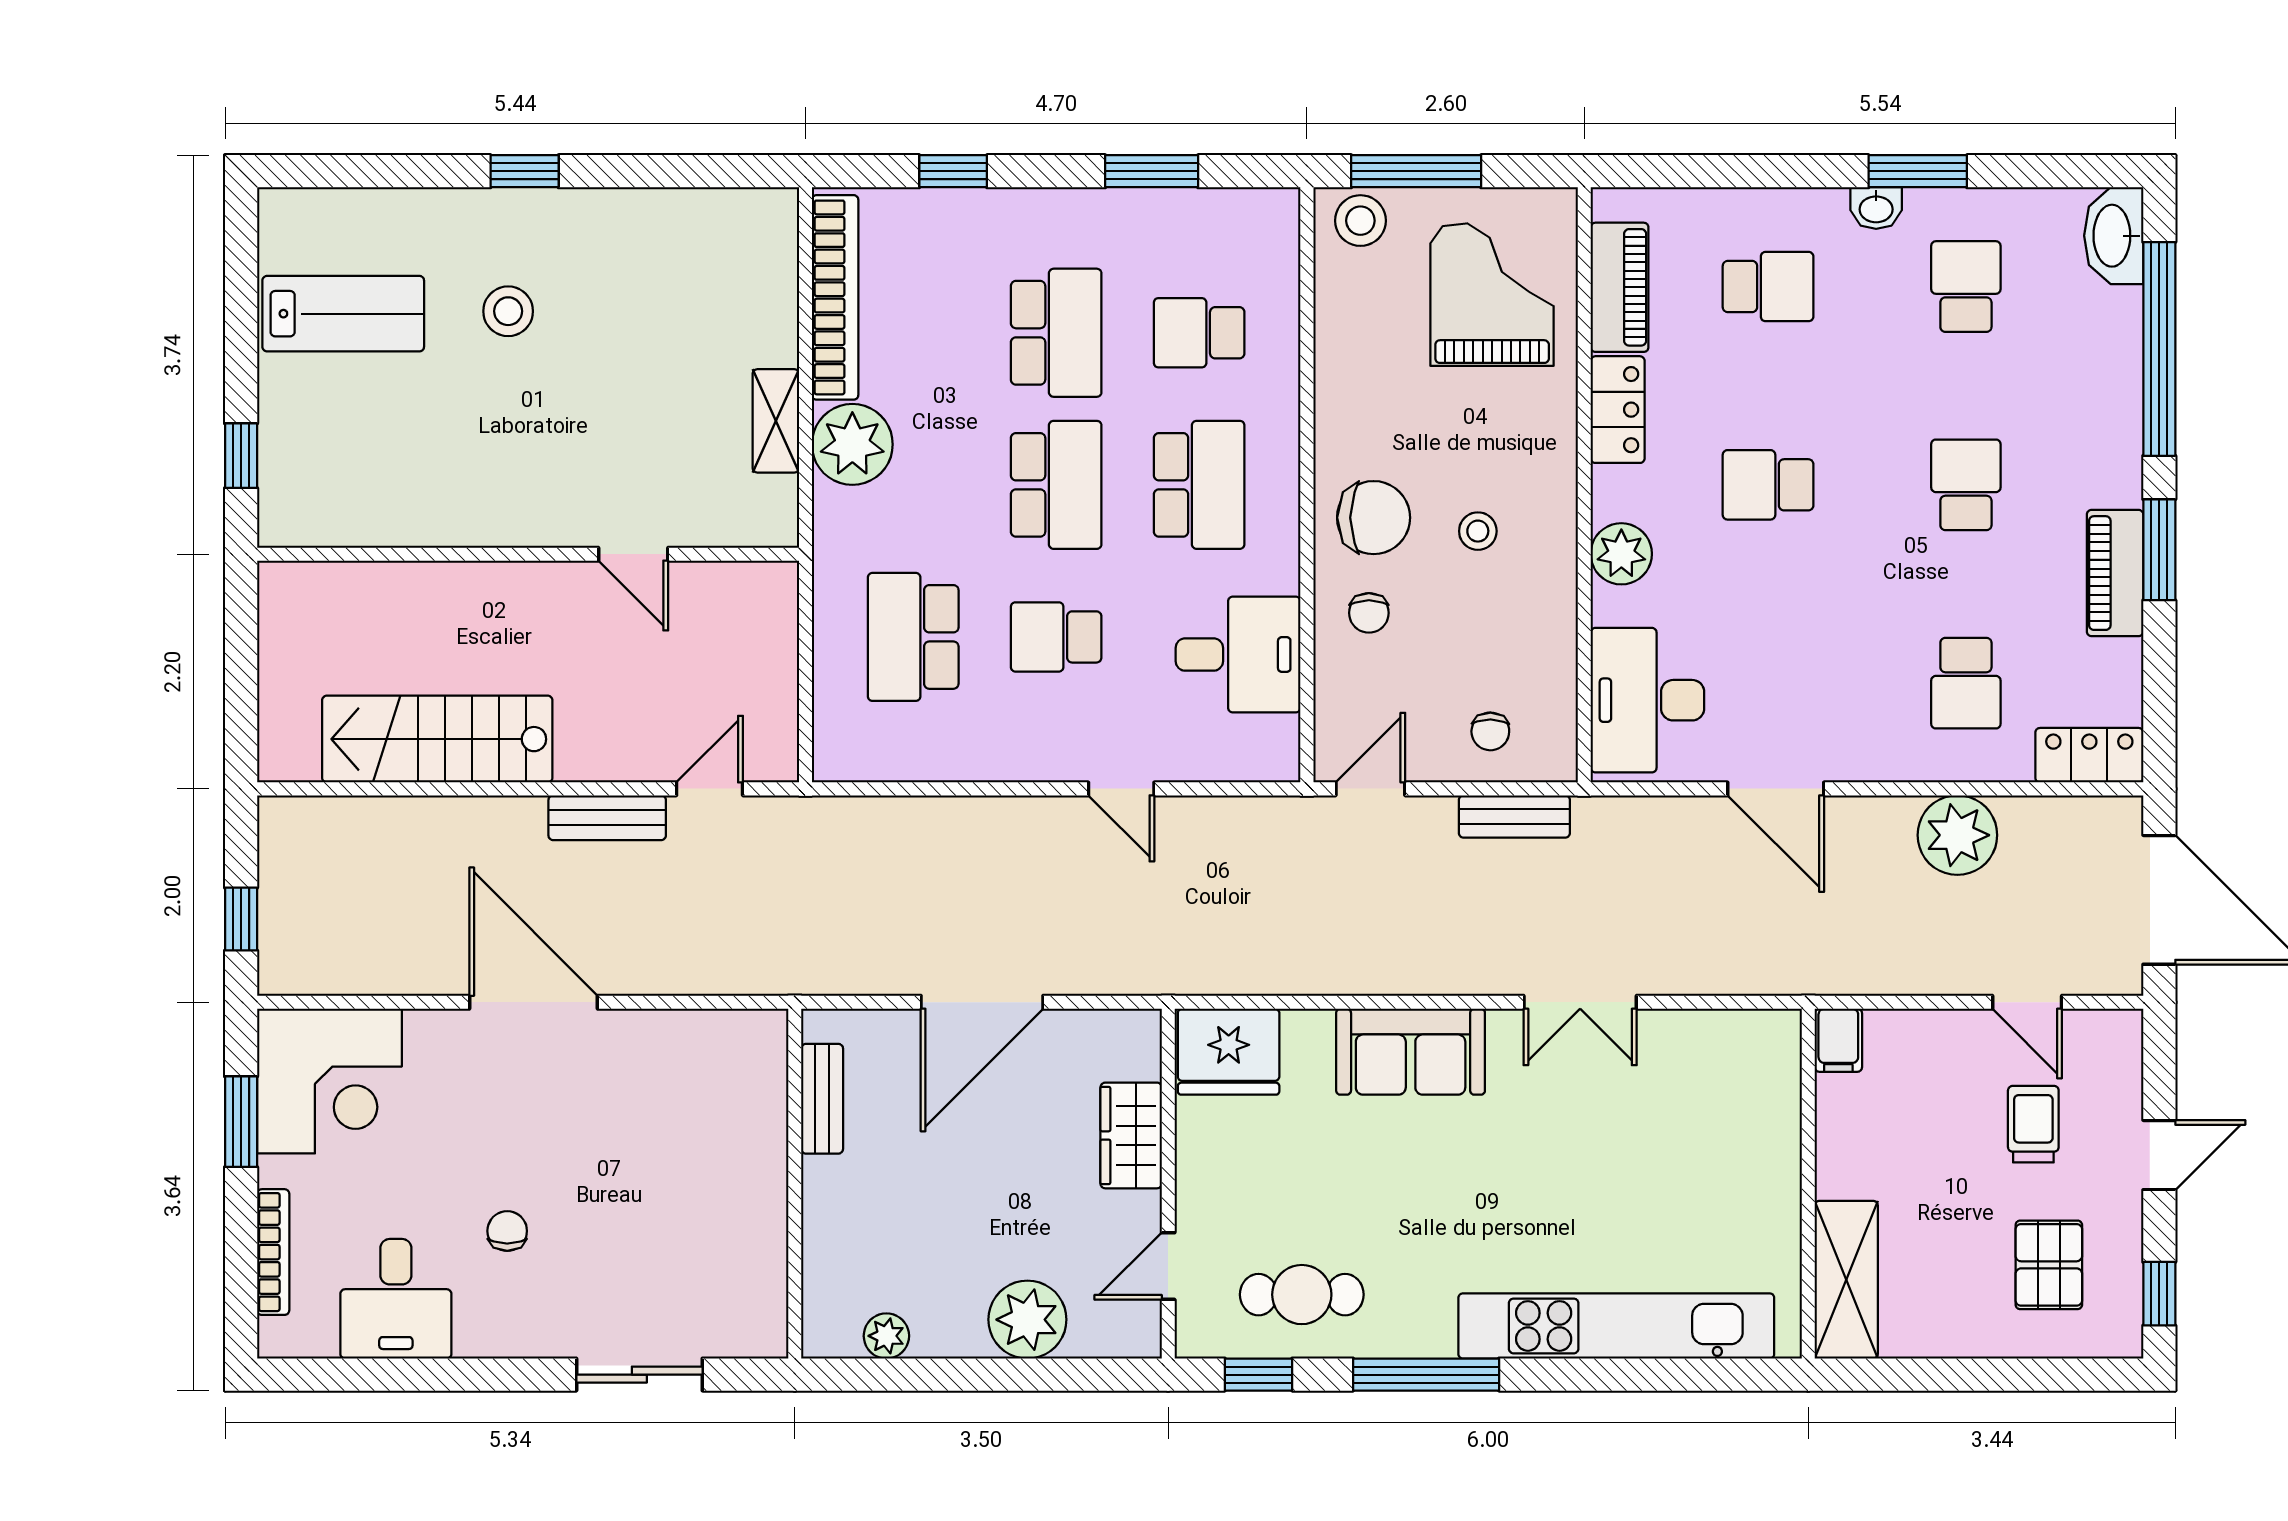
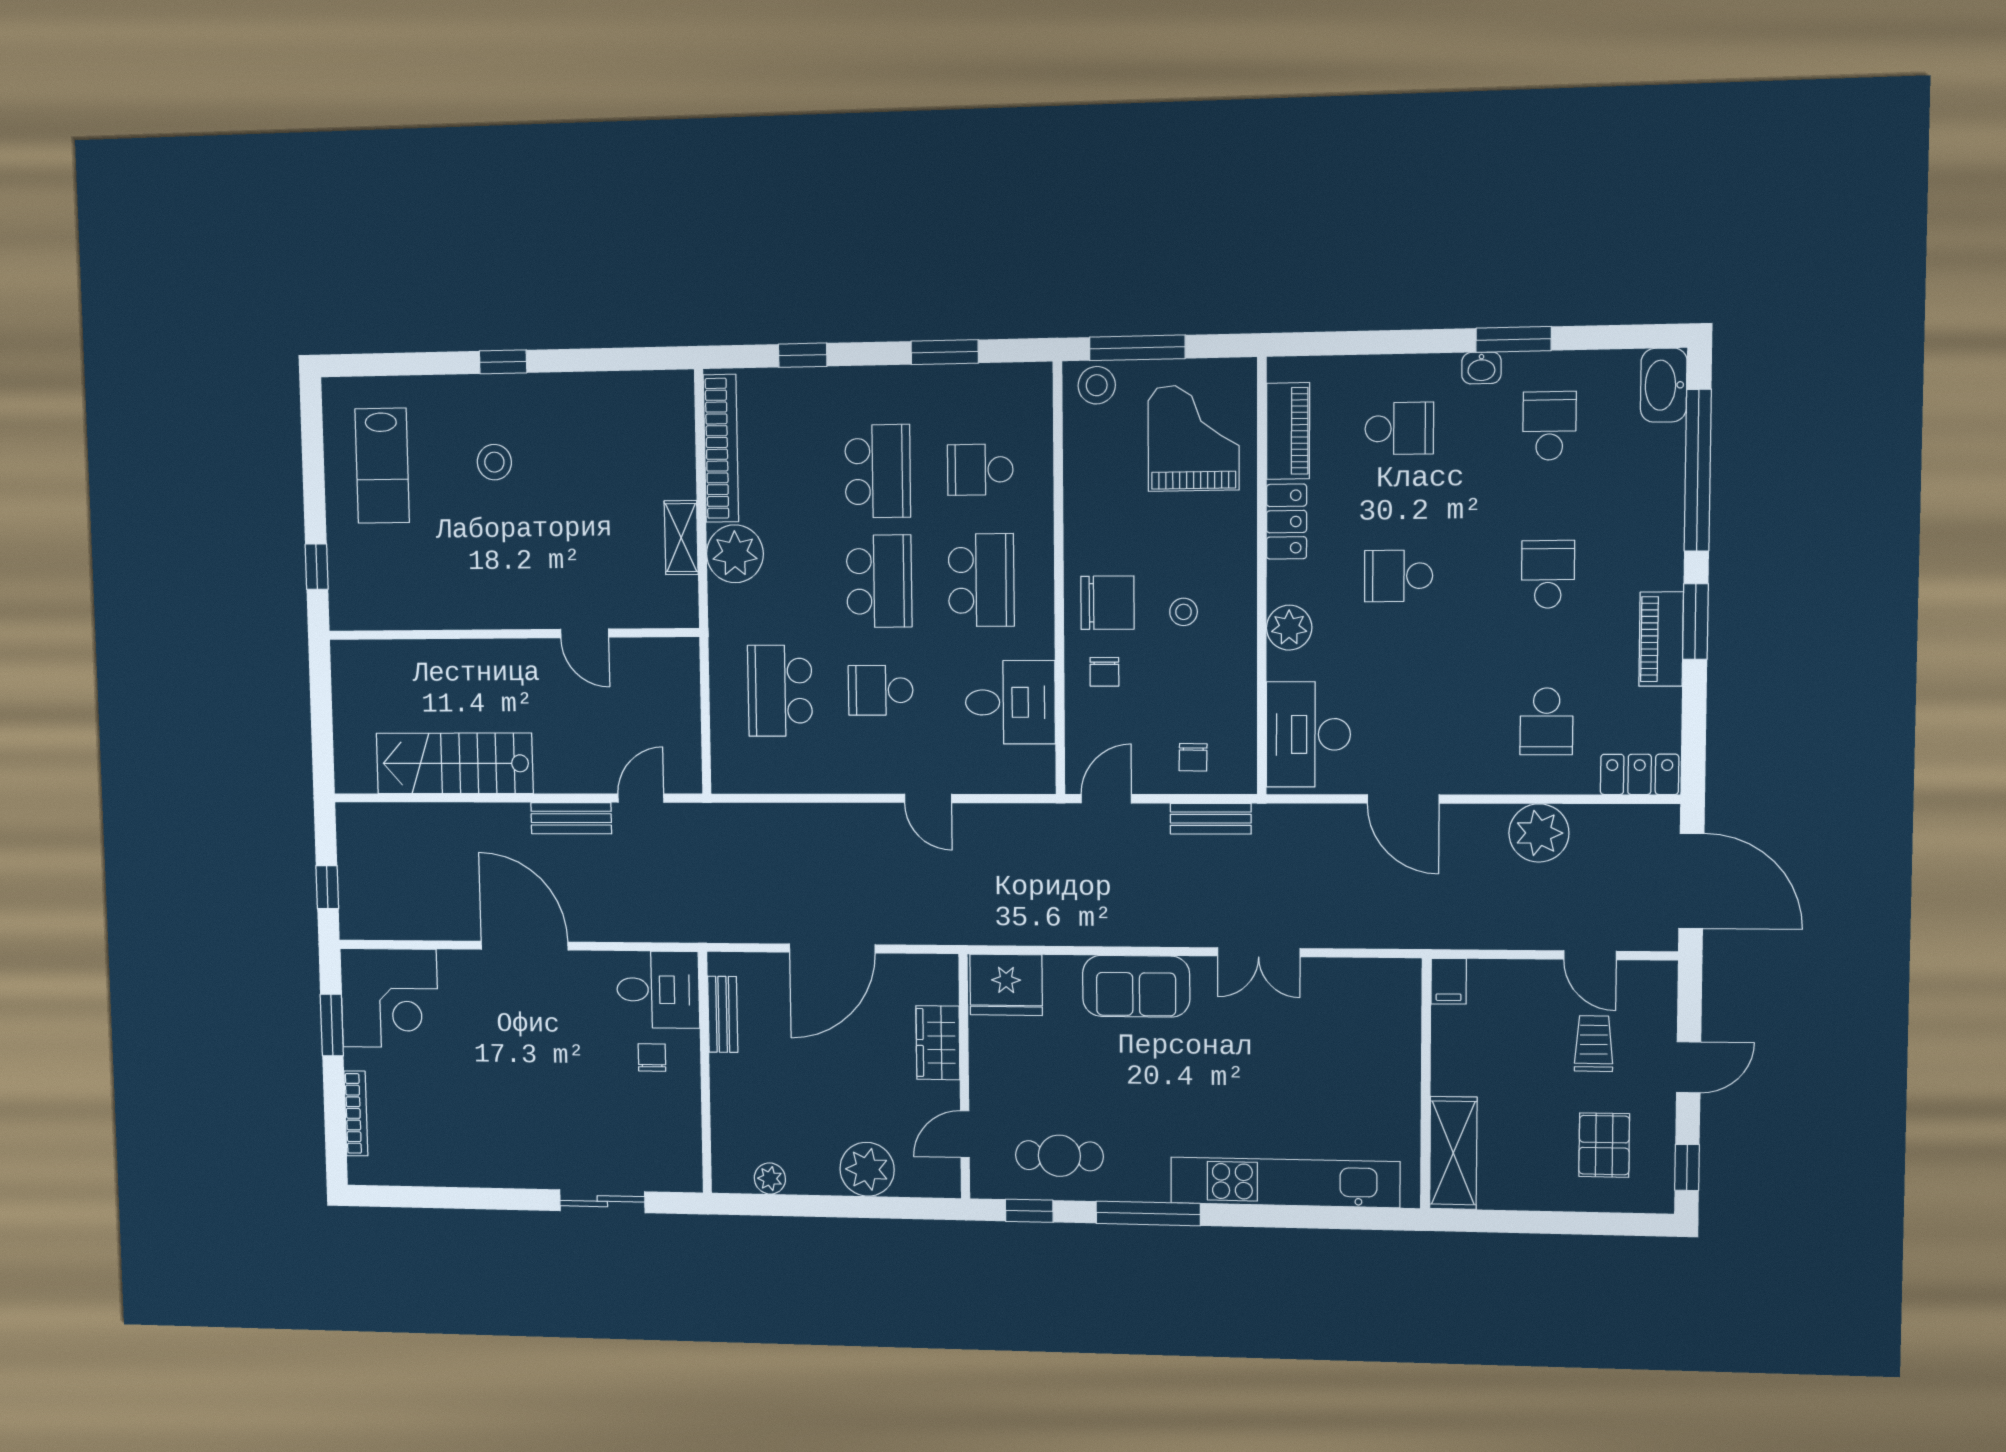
lab bench: (343, 314) -> (382, 466), turned 90
chair: (507, 1231) -> (652, 1058), moved
desk: (396, 1299) -> (658, 990), moved, turned -90

